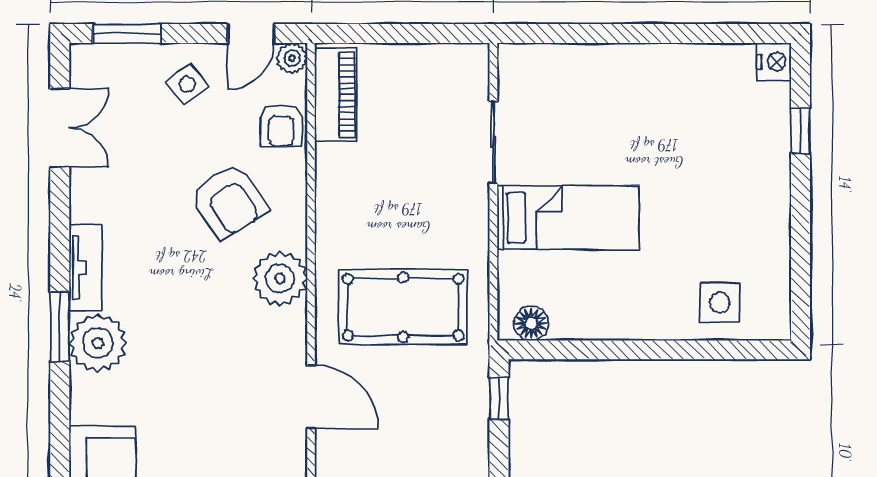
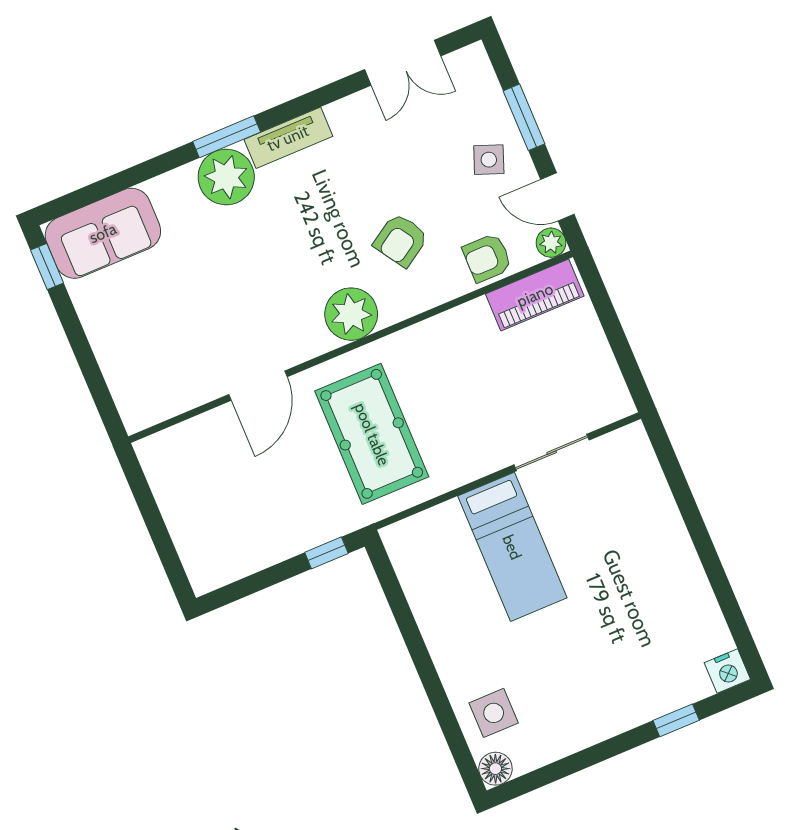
window: (127, 34) -> (524, 117), moved
side table: (187, 84) -> (489, 160), turned -32
armchair: (229, 201) -> (401, 240), width x0.72, depth x0.72
floor lamp: (531, 323) -> (495, 769), moved

